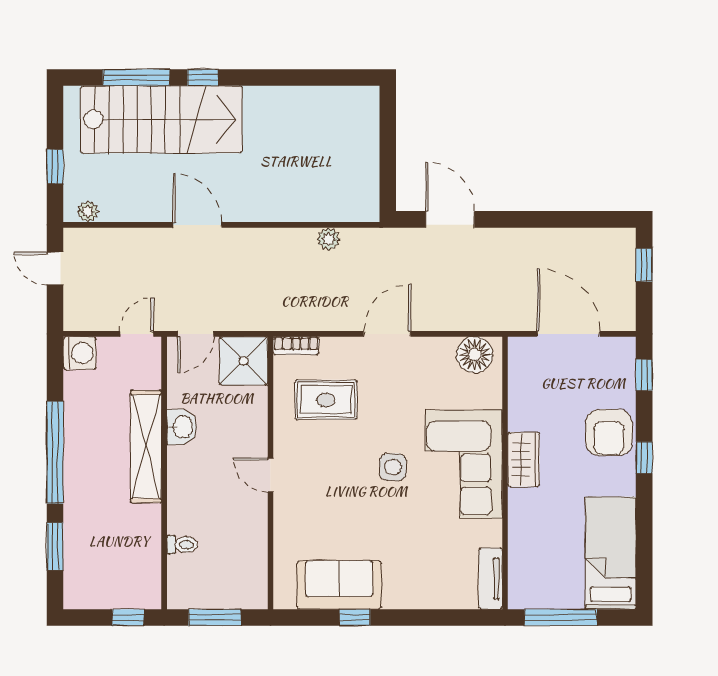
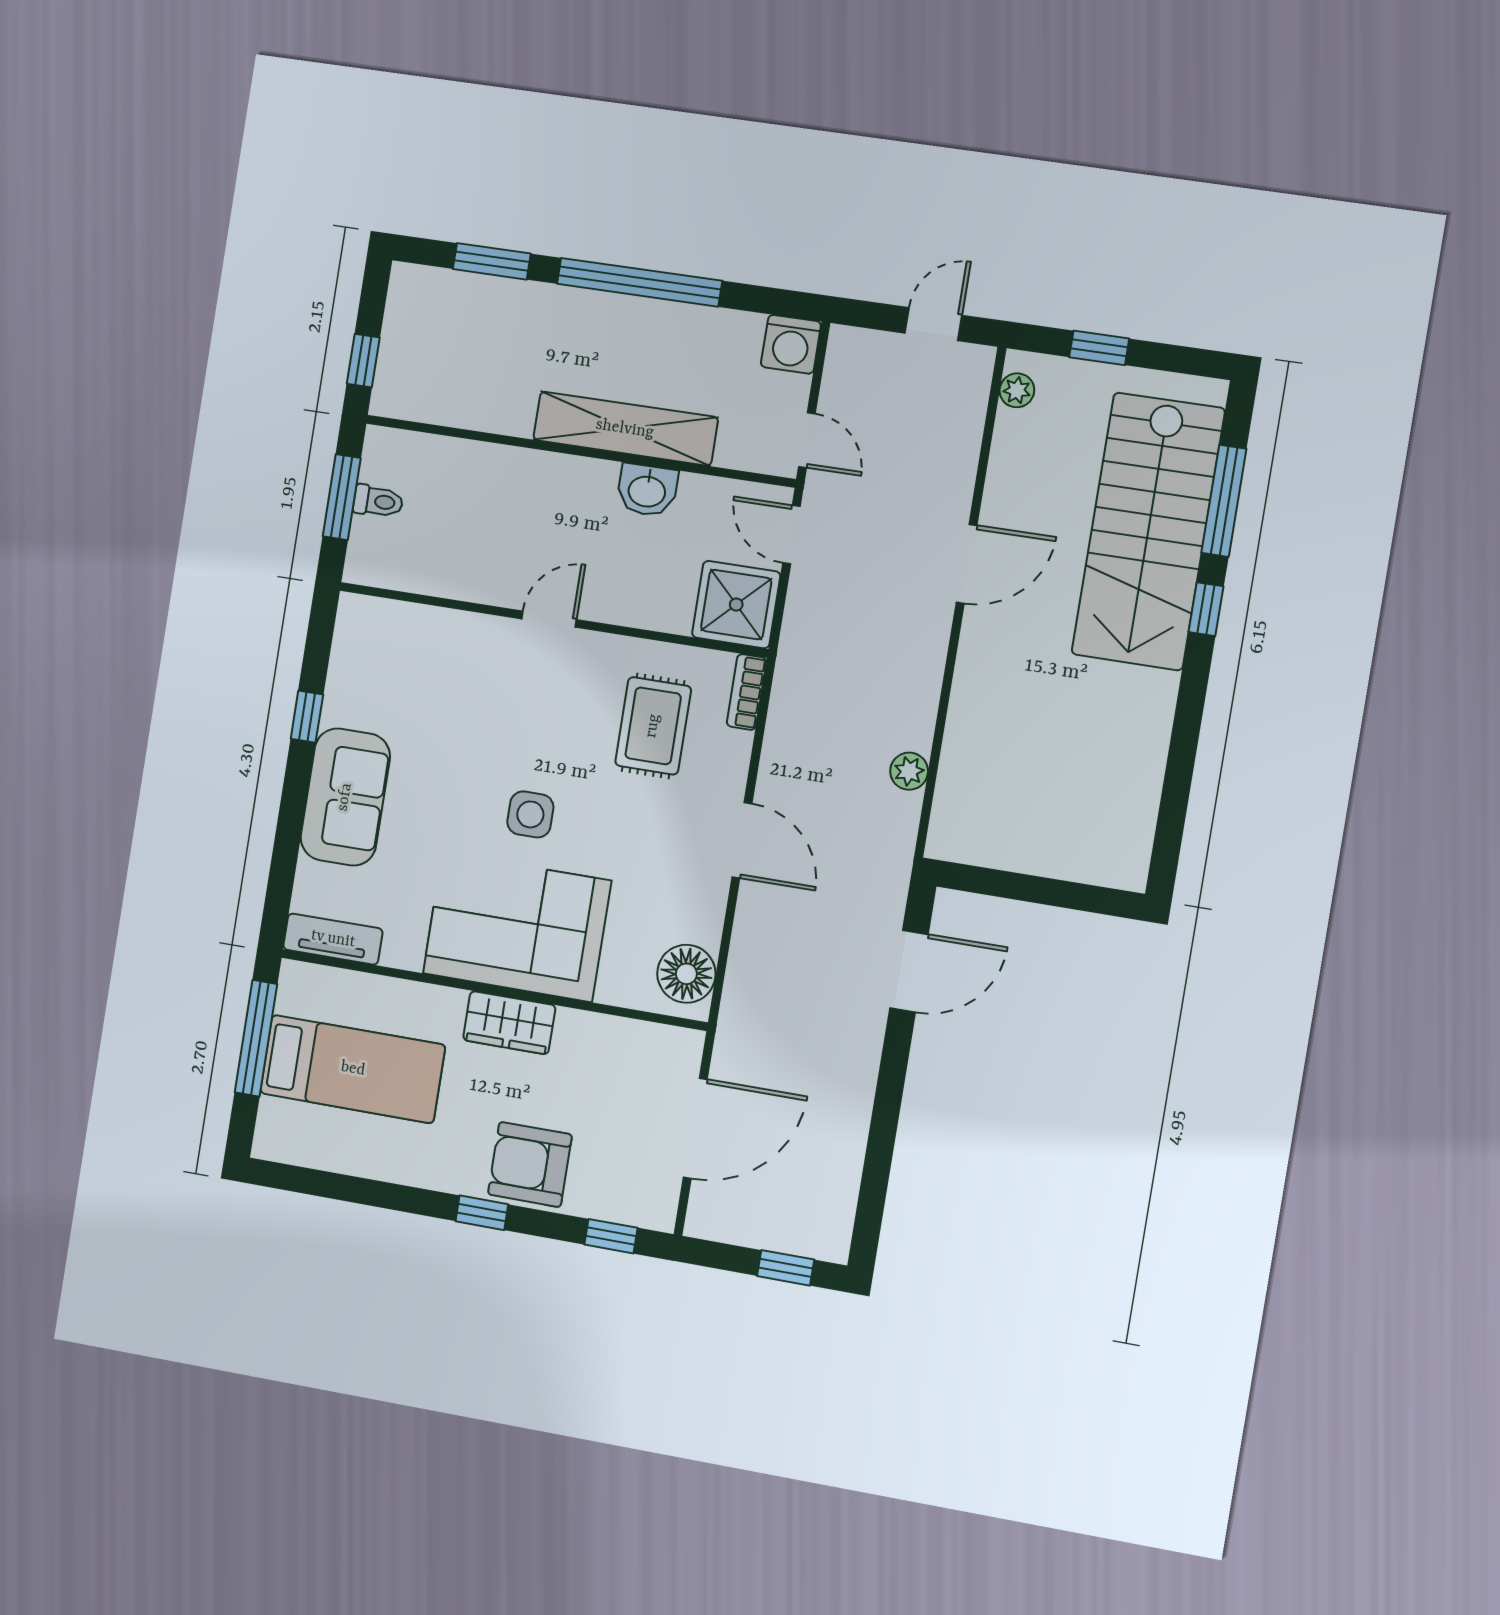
toilet: (182, 545) -> (378, 501), moved, turned -90
bed: (611, 553) -> (353, 1069), moved
sofa: (339, 585) -> (345, 797), moved

